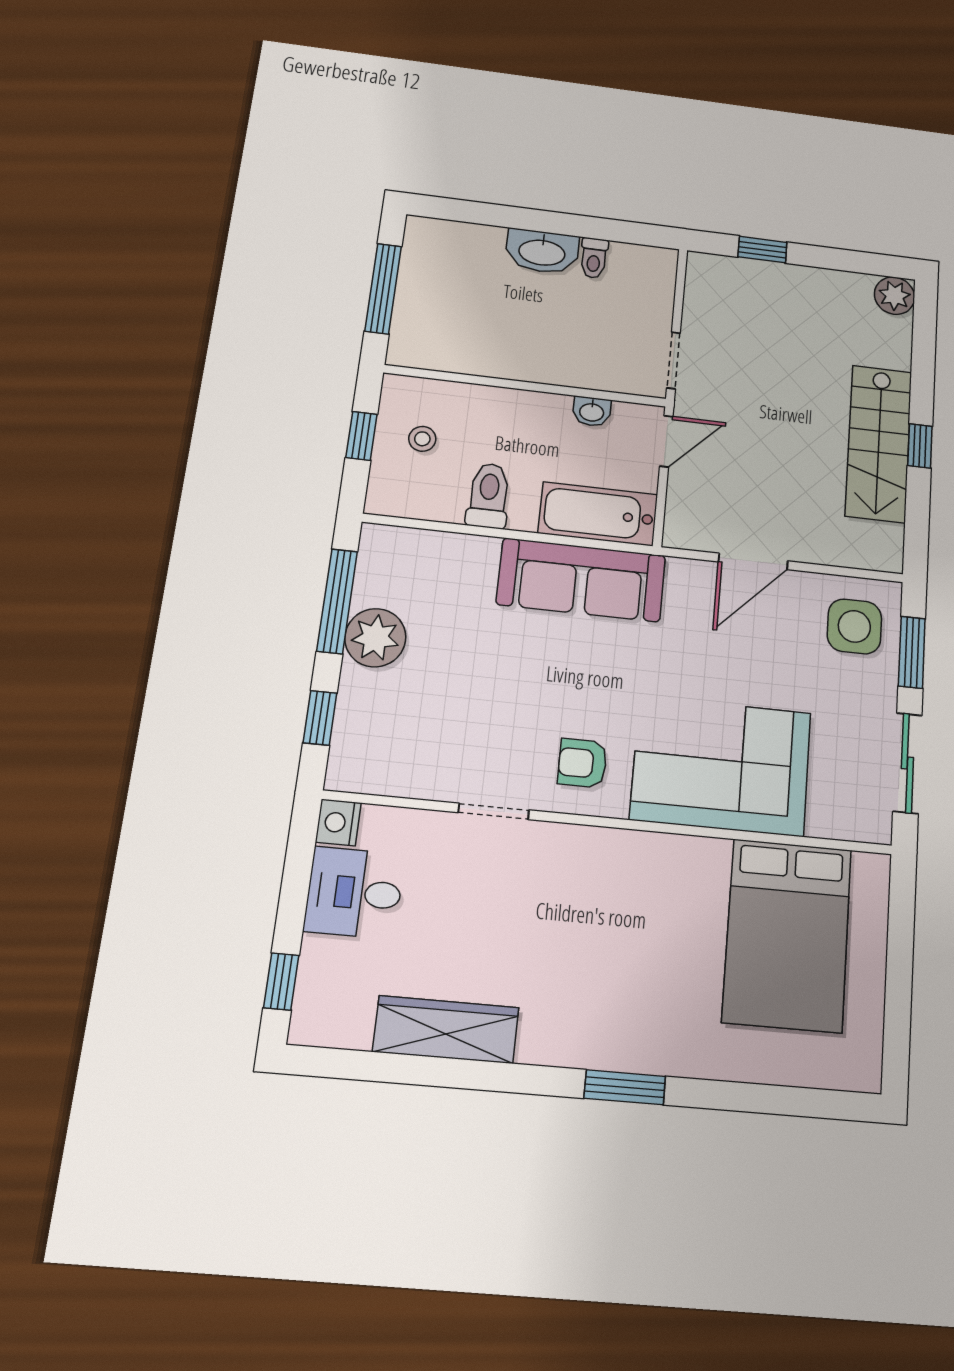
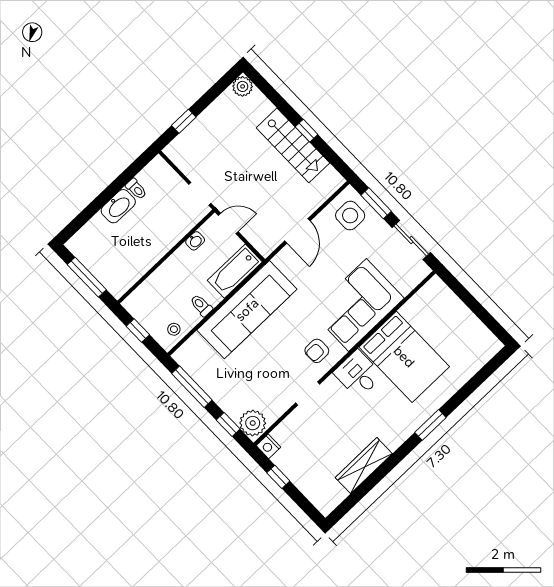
stool: (422, 439) -> (174, 329), moved
door: (666, 441) -> (228, 223), hinge flipped
toilet: (489, 496) -> (201, 305), width x0.73, depth x0.72
sofa: (581, 580) -> (247, 310), width x1.36, depth x1.27
plant: (375, 638) -> (253, 423), moved
desk: (354, 893) -> (358, 374), moved, turned 90
bed: (787, 935) -> (404, 357), moved
window: (281, 981) -> (278, 477), moved

